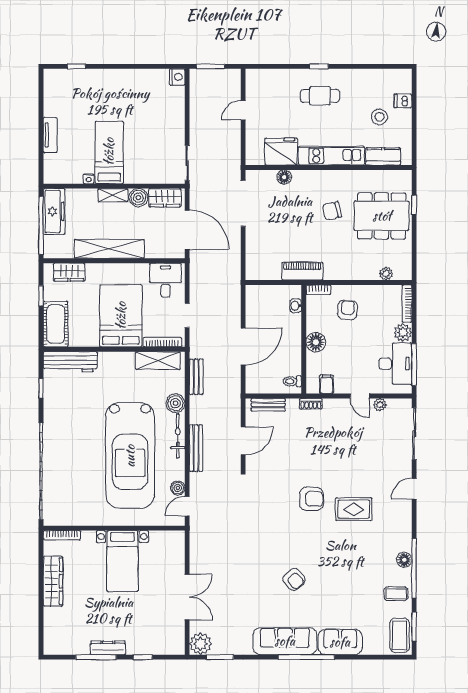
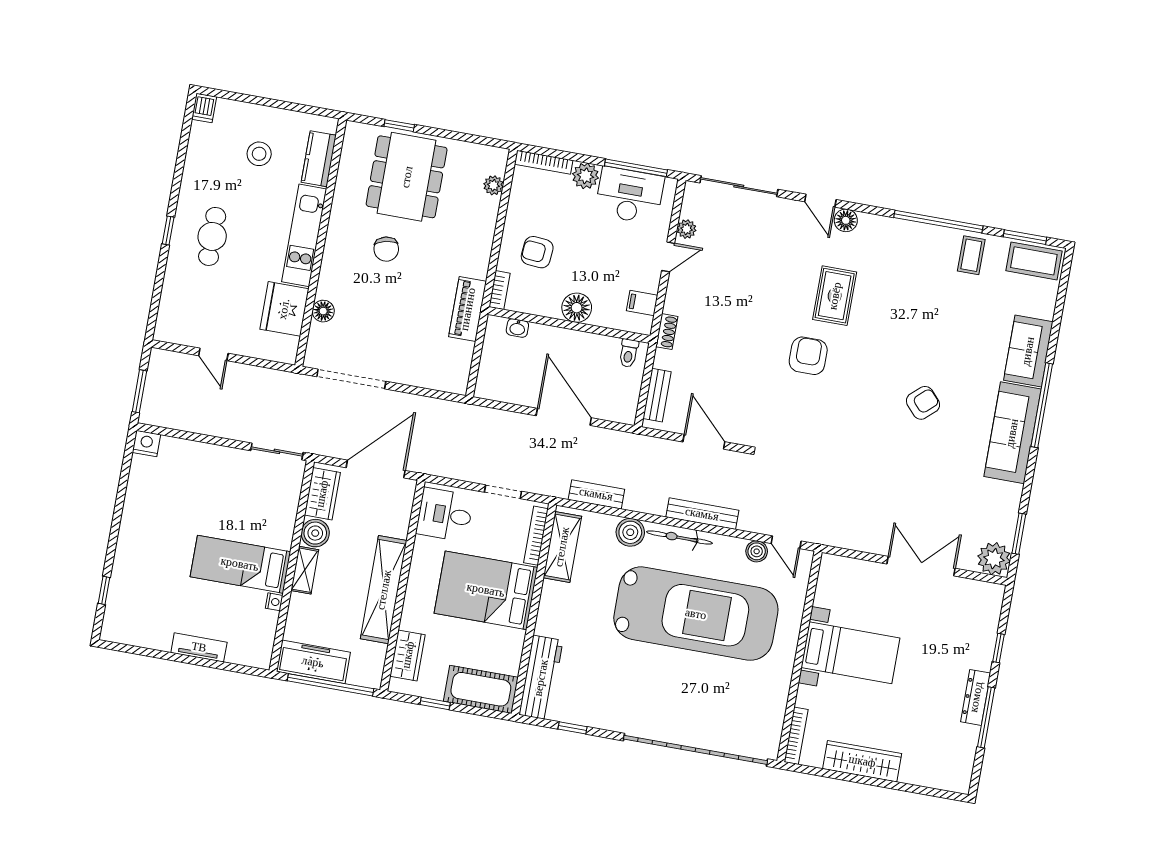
dishwasher: (403, 101) -> (204, 108), moved
floor lamp: (404, 560) -> (846, 220), moved

